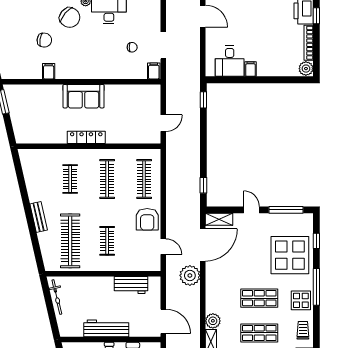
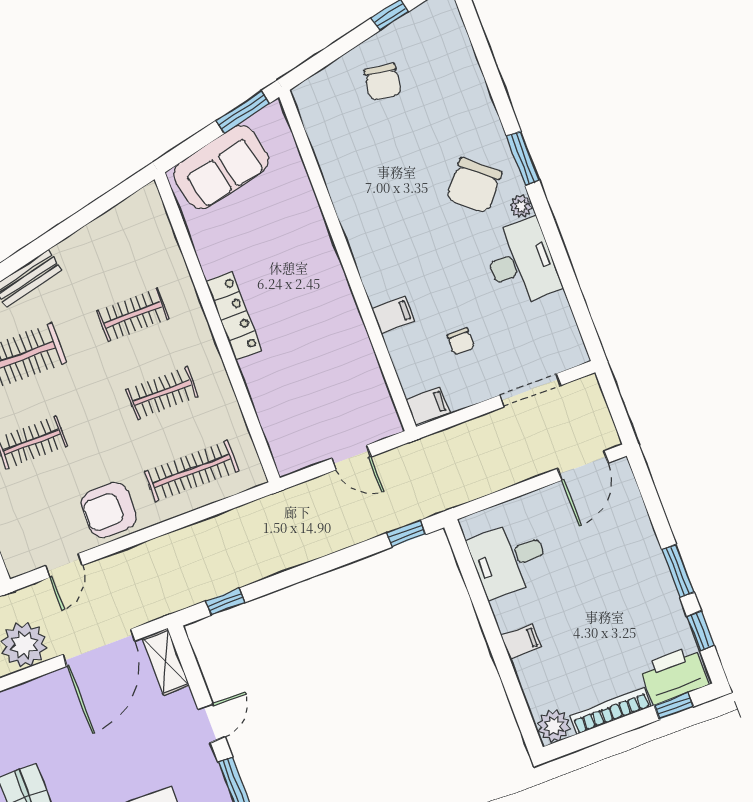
chair: (44, 40) -> (383, 82), moved
doorway: (163, 45) -> (530, 390), moved
filing cabinet: (251, 69) -> (521, 642), moved
filing cabinet: (49, 71) -> (393, 315), moved
sofa: (84, 96) -> (221, 167), moved, turned -103
door: (163, 123) -> (351, 458), moved
clothes rail: (107, 179) -> (162, 393), width x0.73
door: (203, 245) -> (99, 648), hinge flipped

